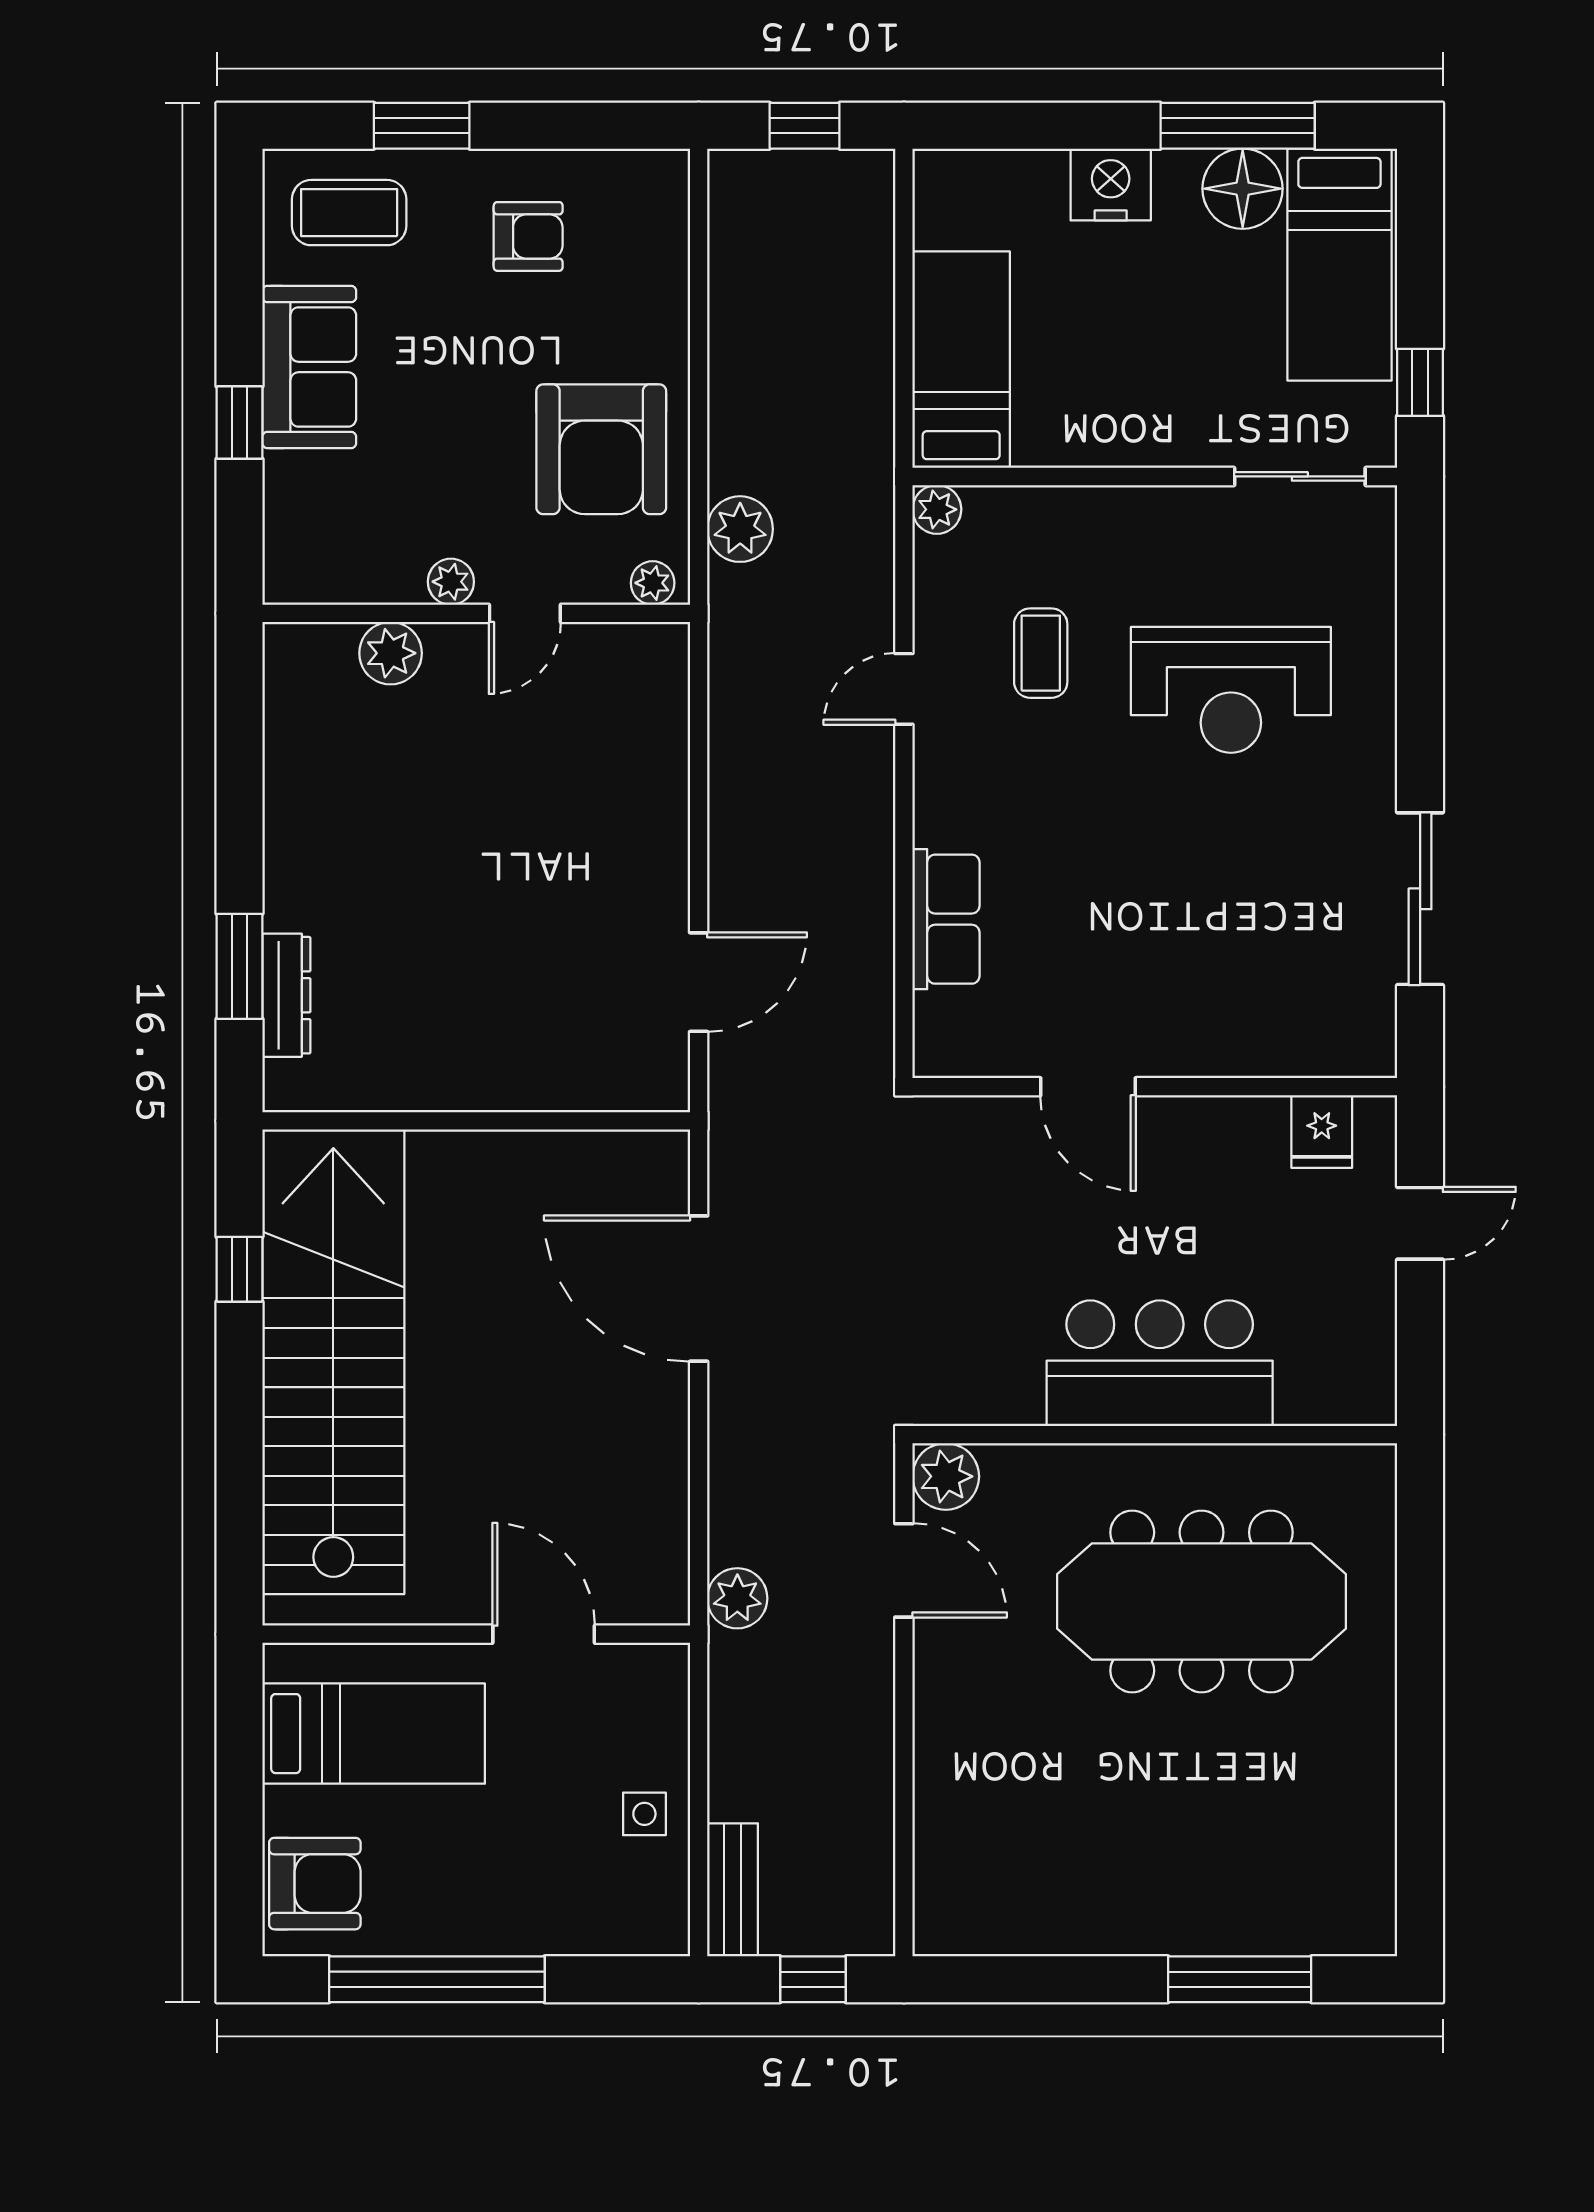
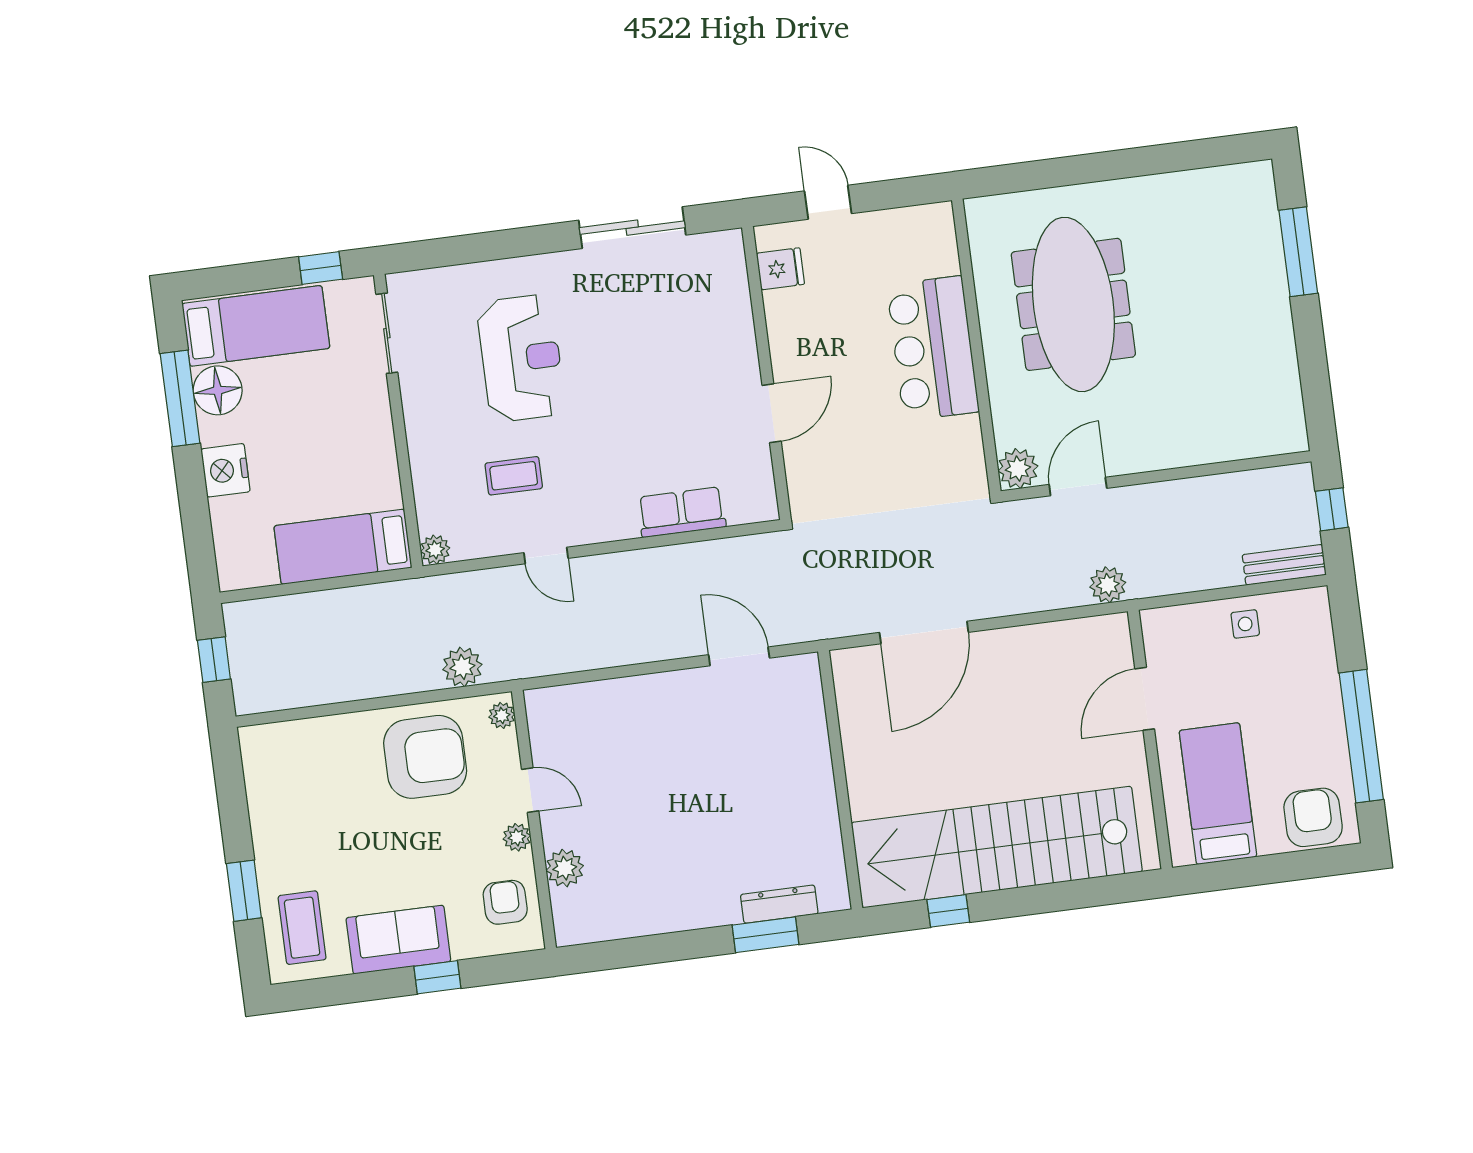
armchair: (528, 236) -> (505, 902), moved

